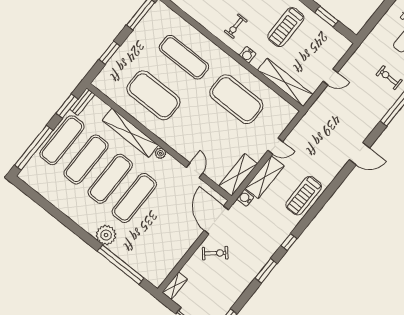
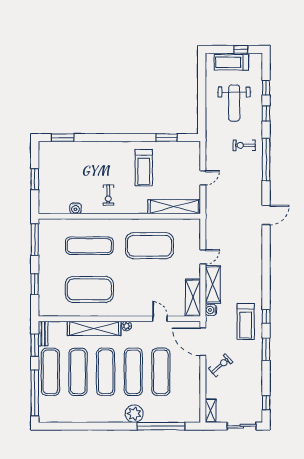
water cooler: (248, 55) -> (76, 208), moved
treadmill: (304, 196) -> (246, 321), moved
exercise mat: (158, 217) -> (161, 372), added

